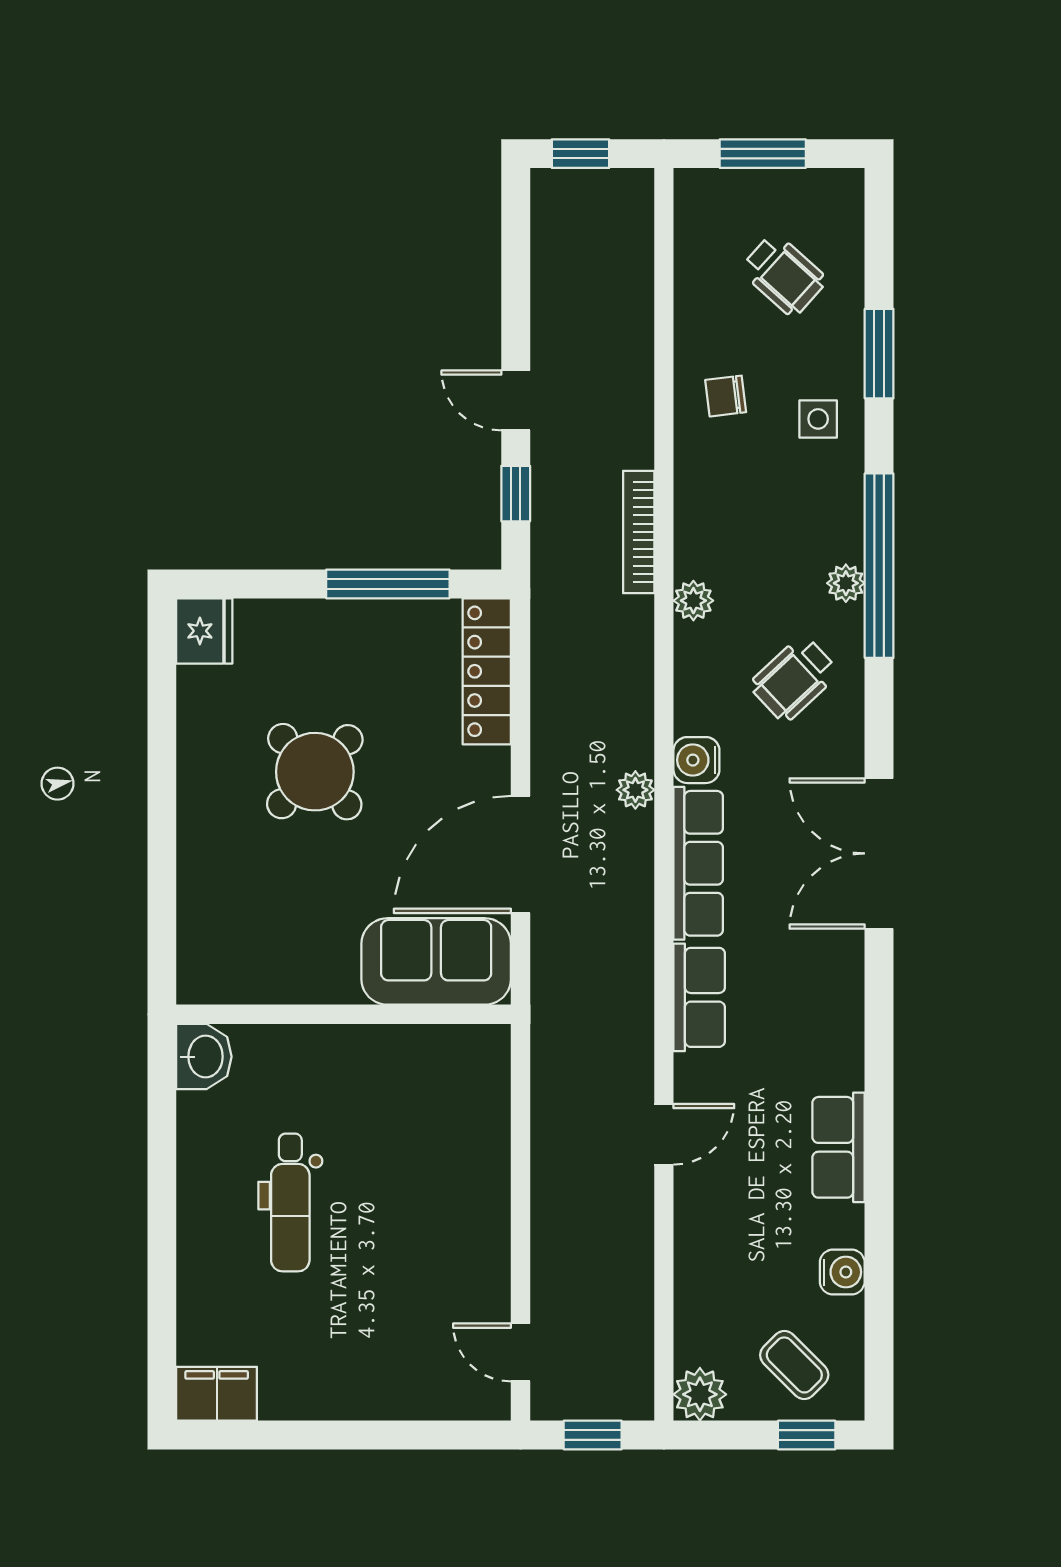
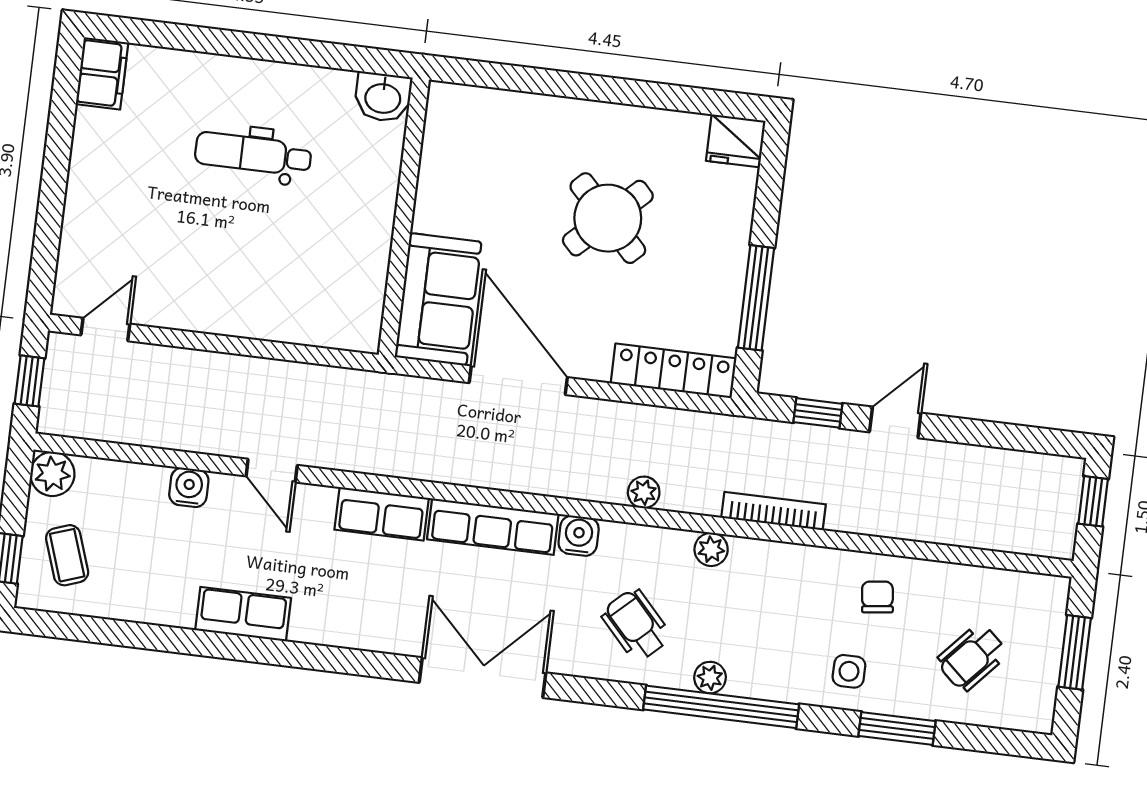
plant: (635, 790) -> (644, 492), moved
water cooler: (842, 1272) -> (189, 487), moved, turned 180
coffee table: (794, 1365) -> (67, 555), turned -64

